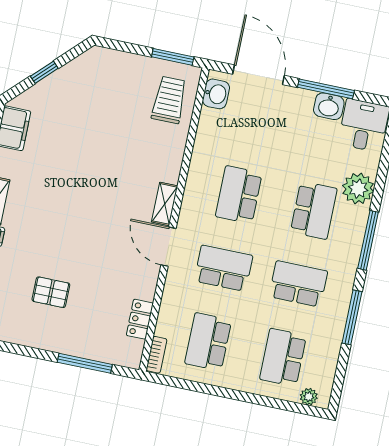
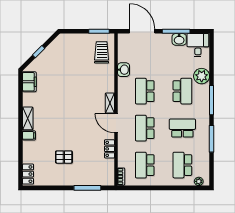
washbasin: (216, 94) -> (124, 70), moved
school desk: (223, 268) -> (145, 128), turned -90
locker: (140, 319) -> (109, 149), moved

